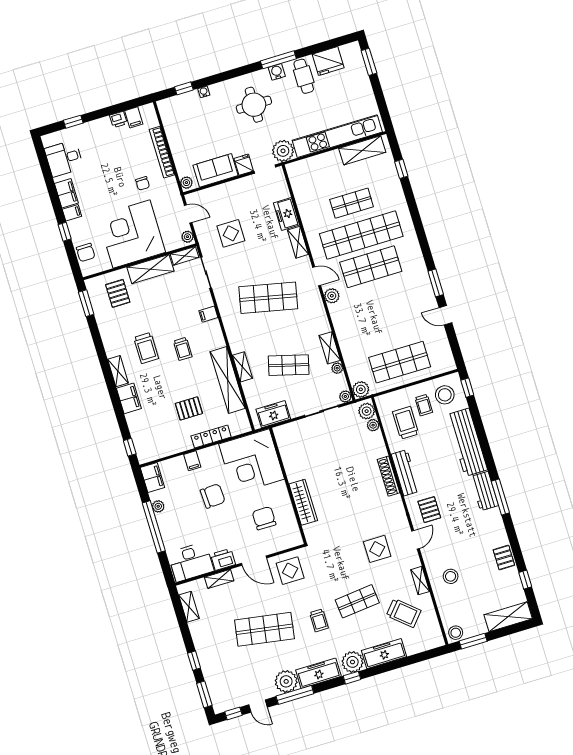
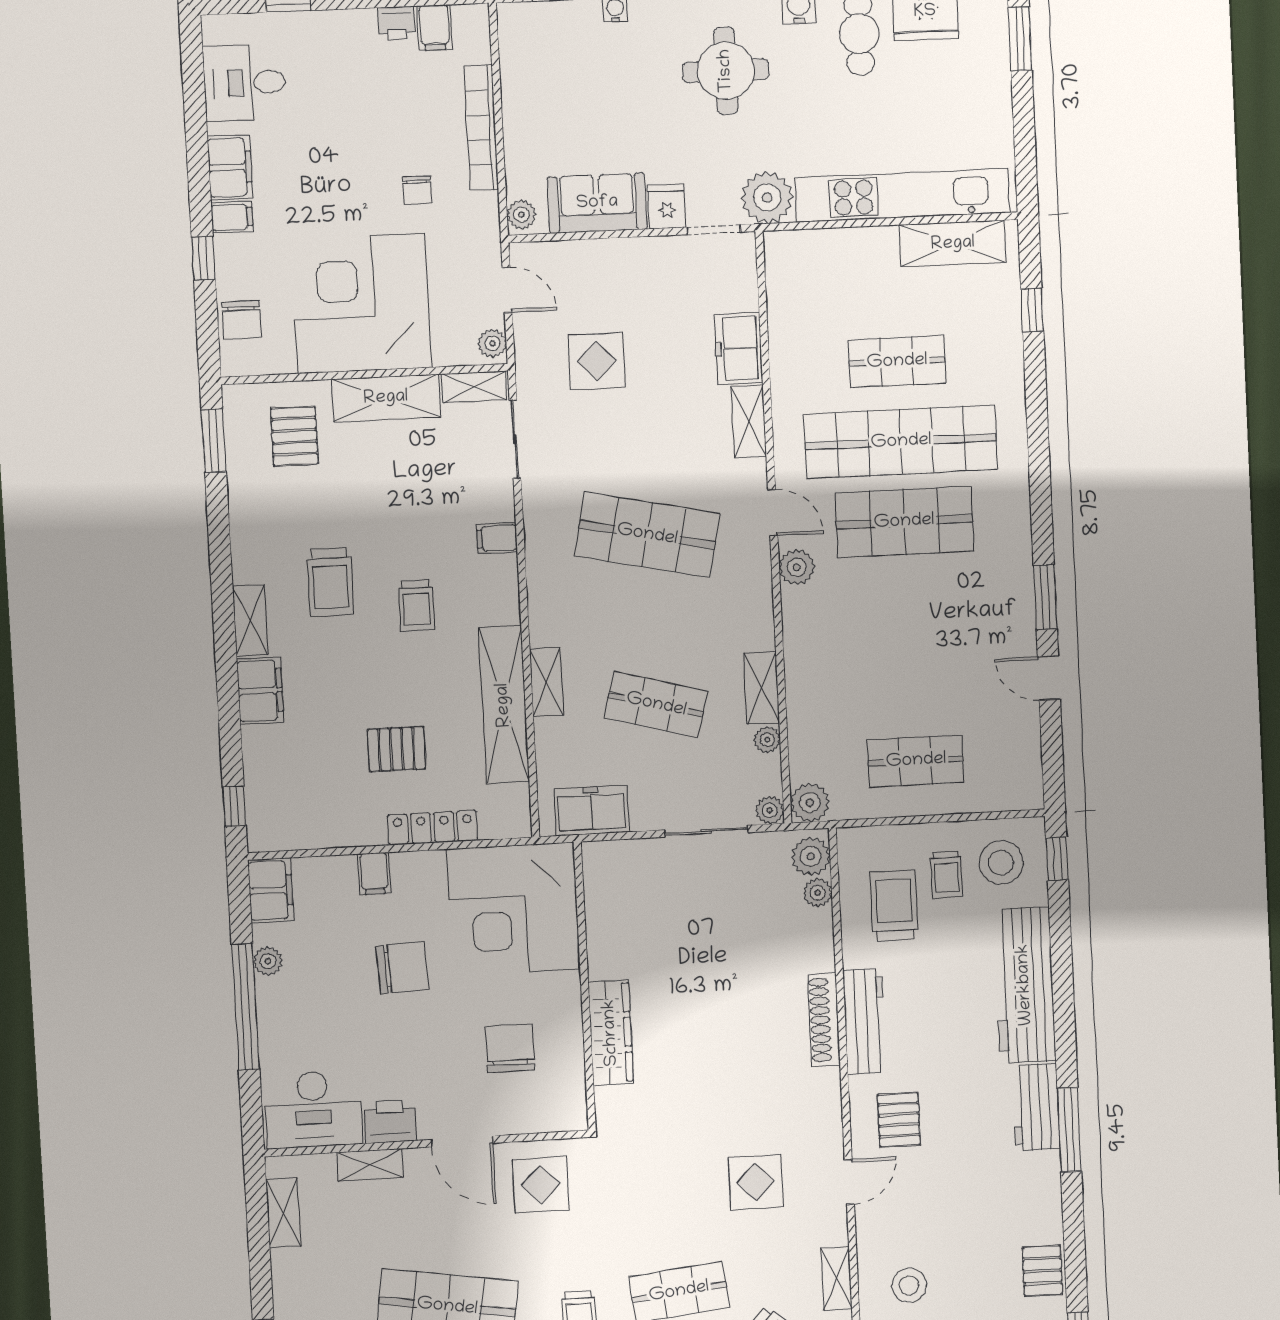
shop shelf: (400, 362) -> (916, 761), width x0.70, depth x0.74

